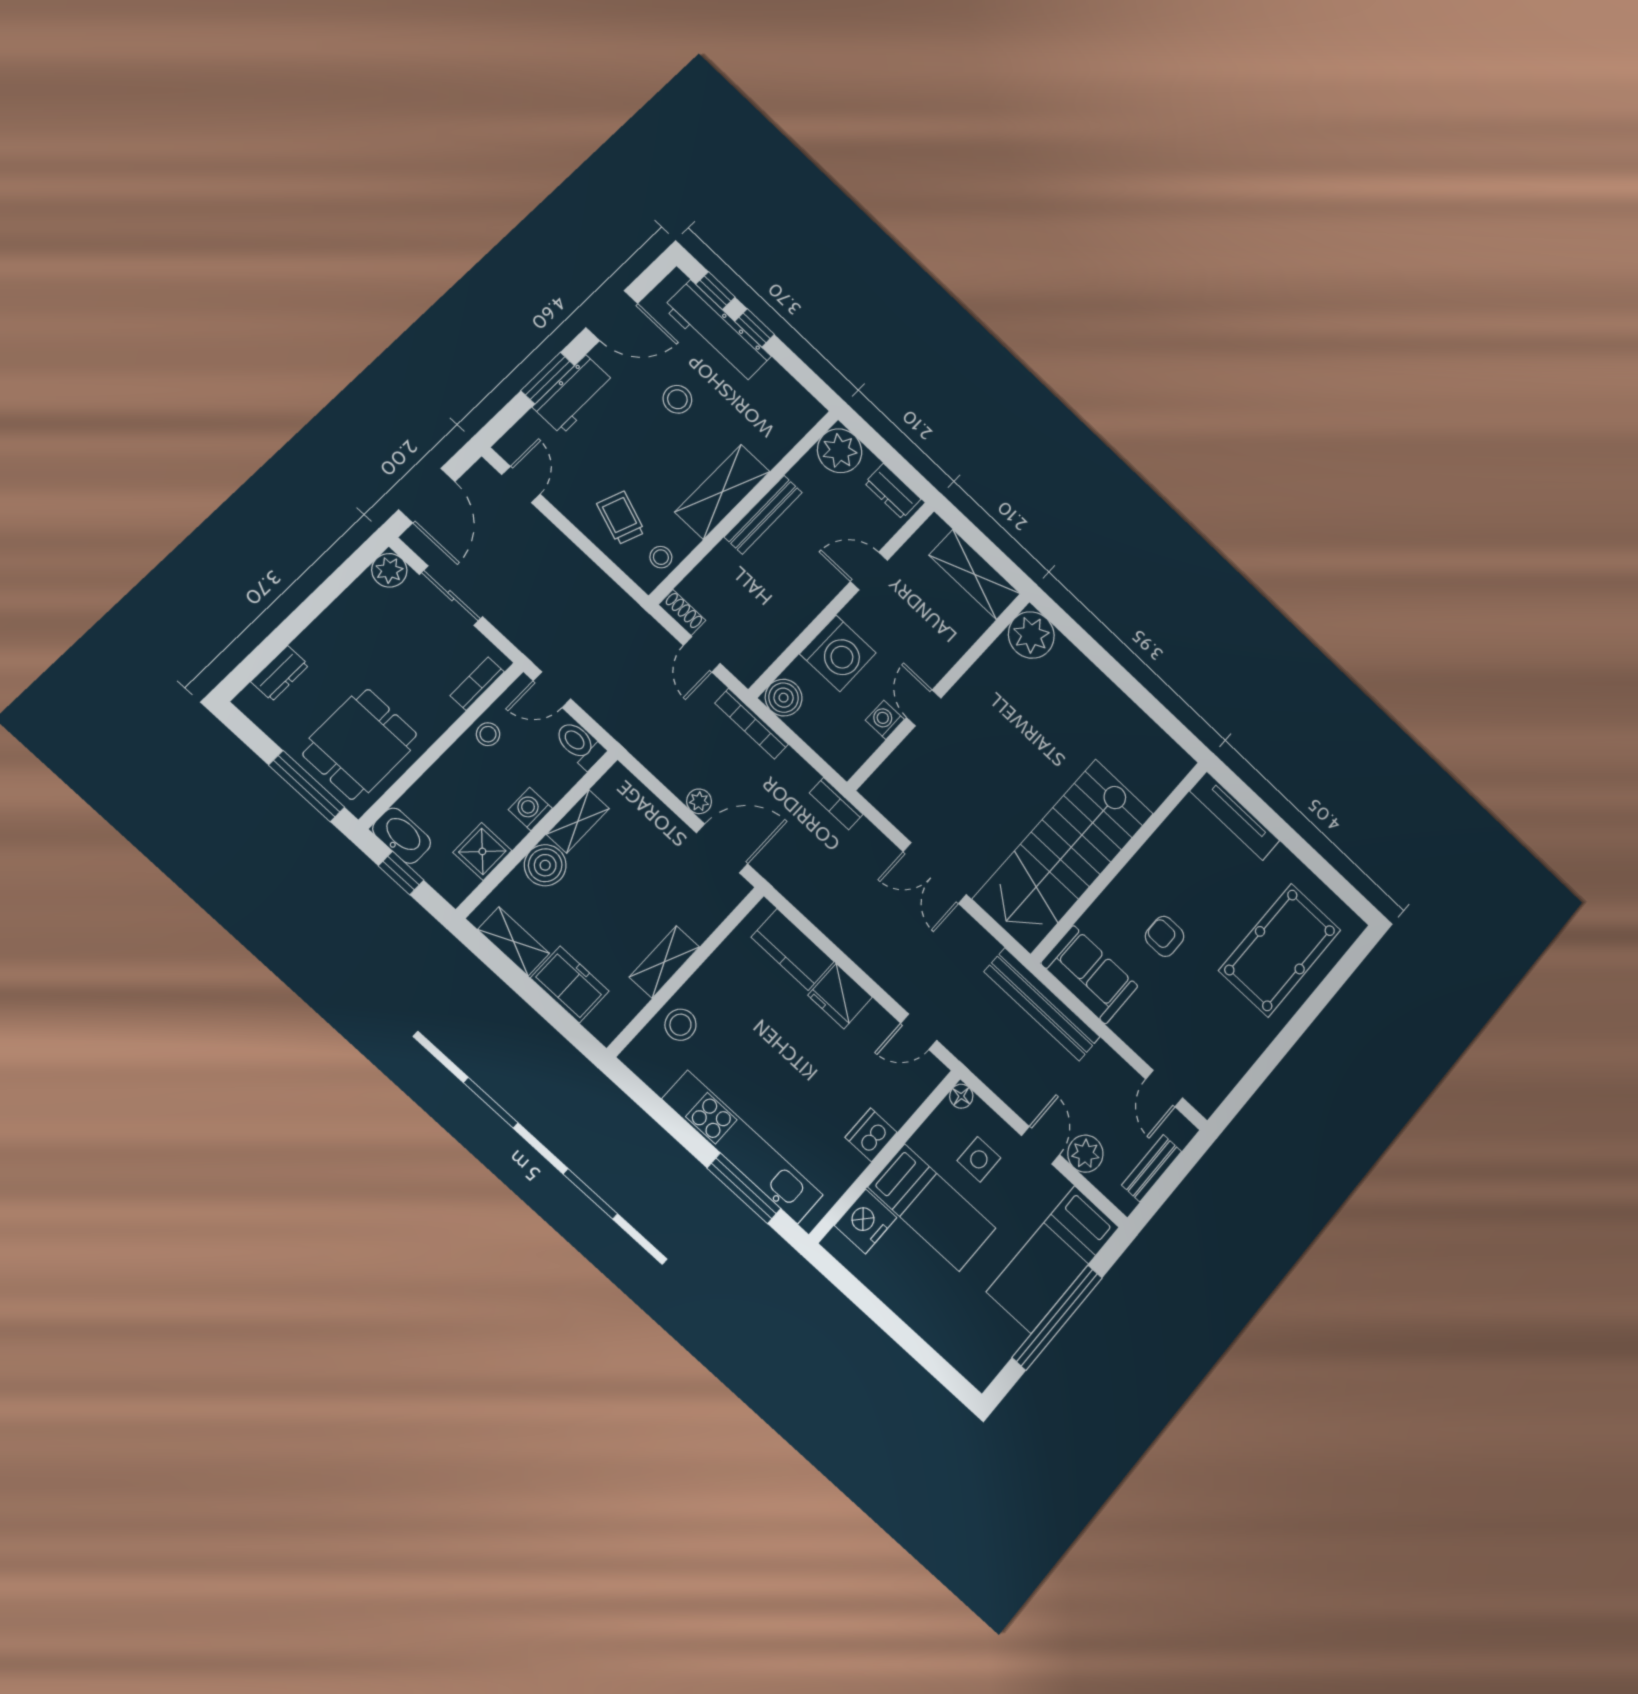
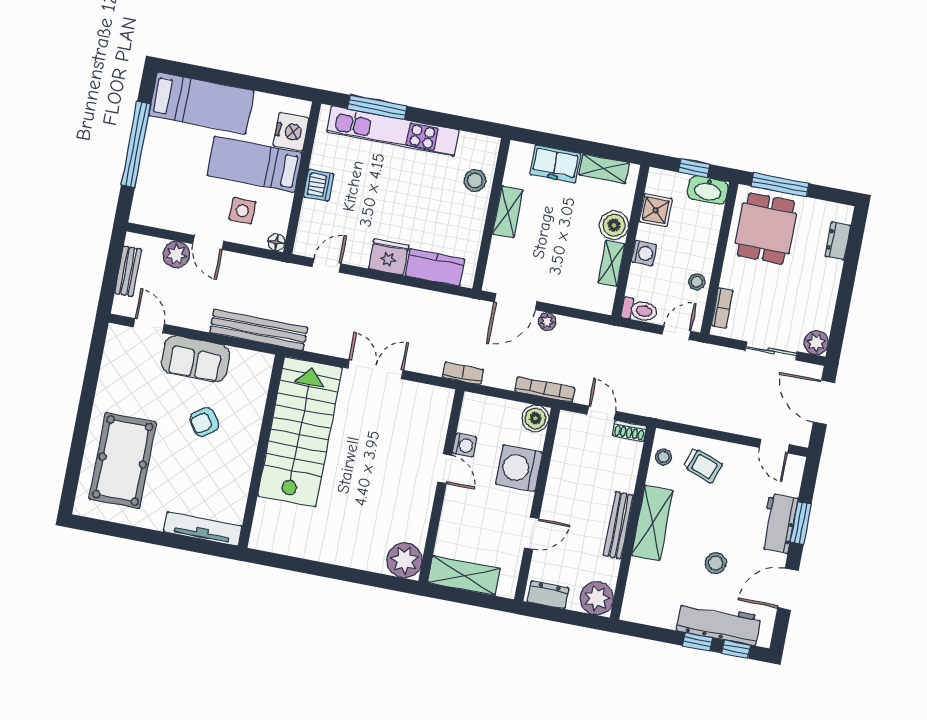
armchair: (1165, 936) -> (204, 422), turned 146
sofa: (1089, 975) -> (196, 359), moved
bed: (1053, 1259) -> (201, 103), moved, turned 90

